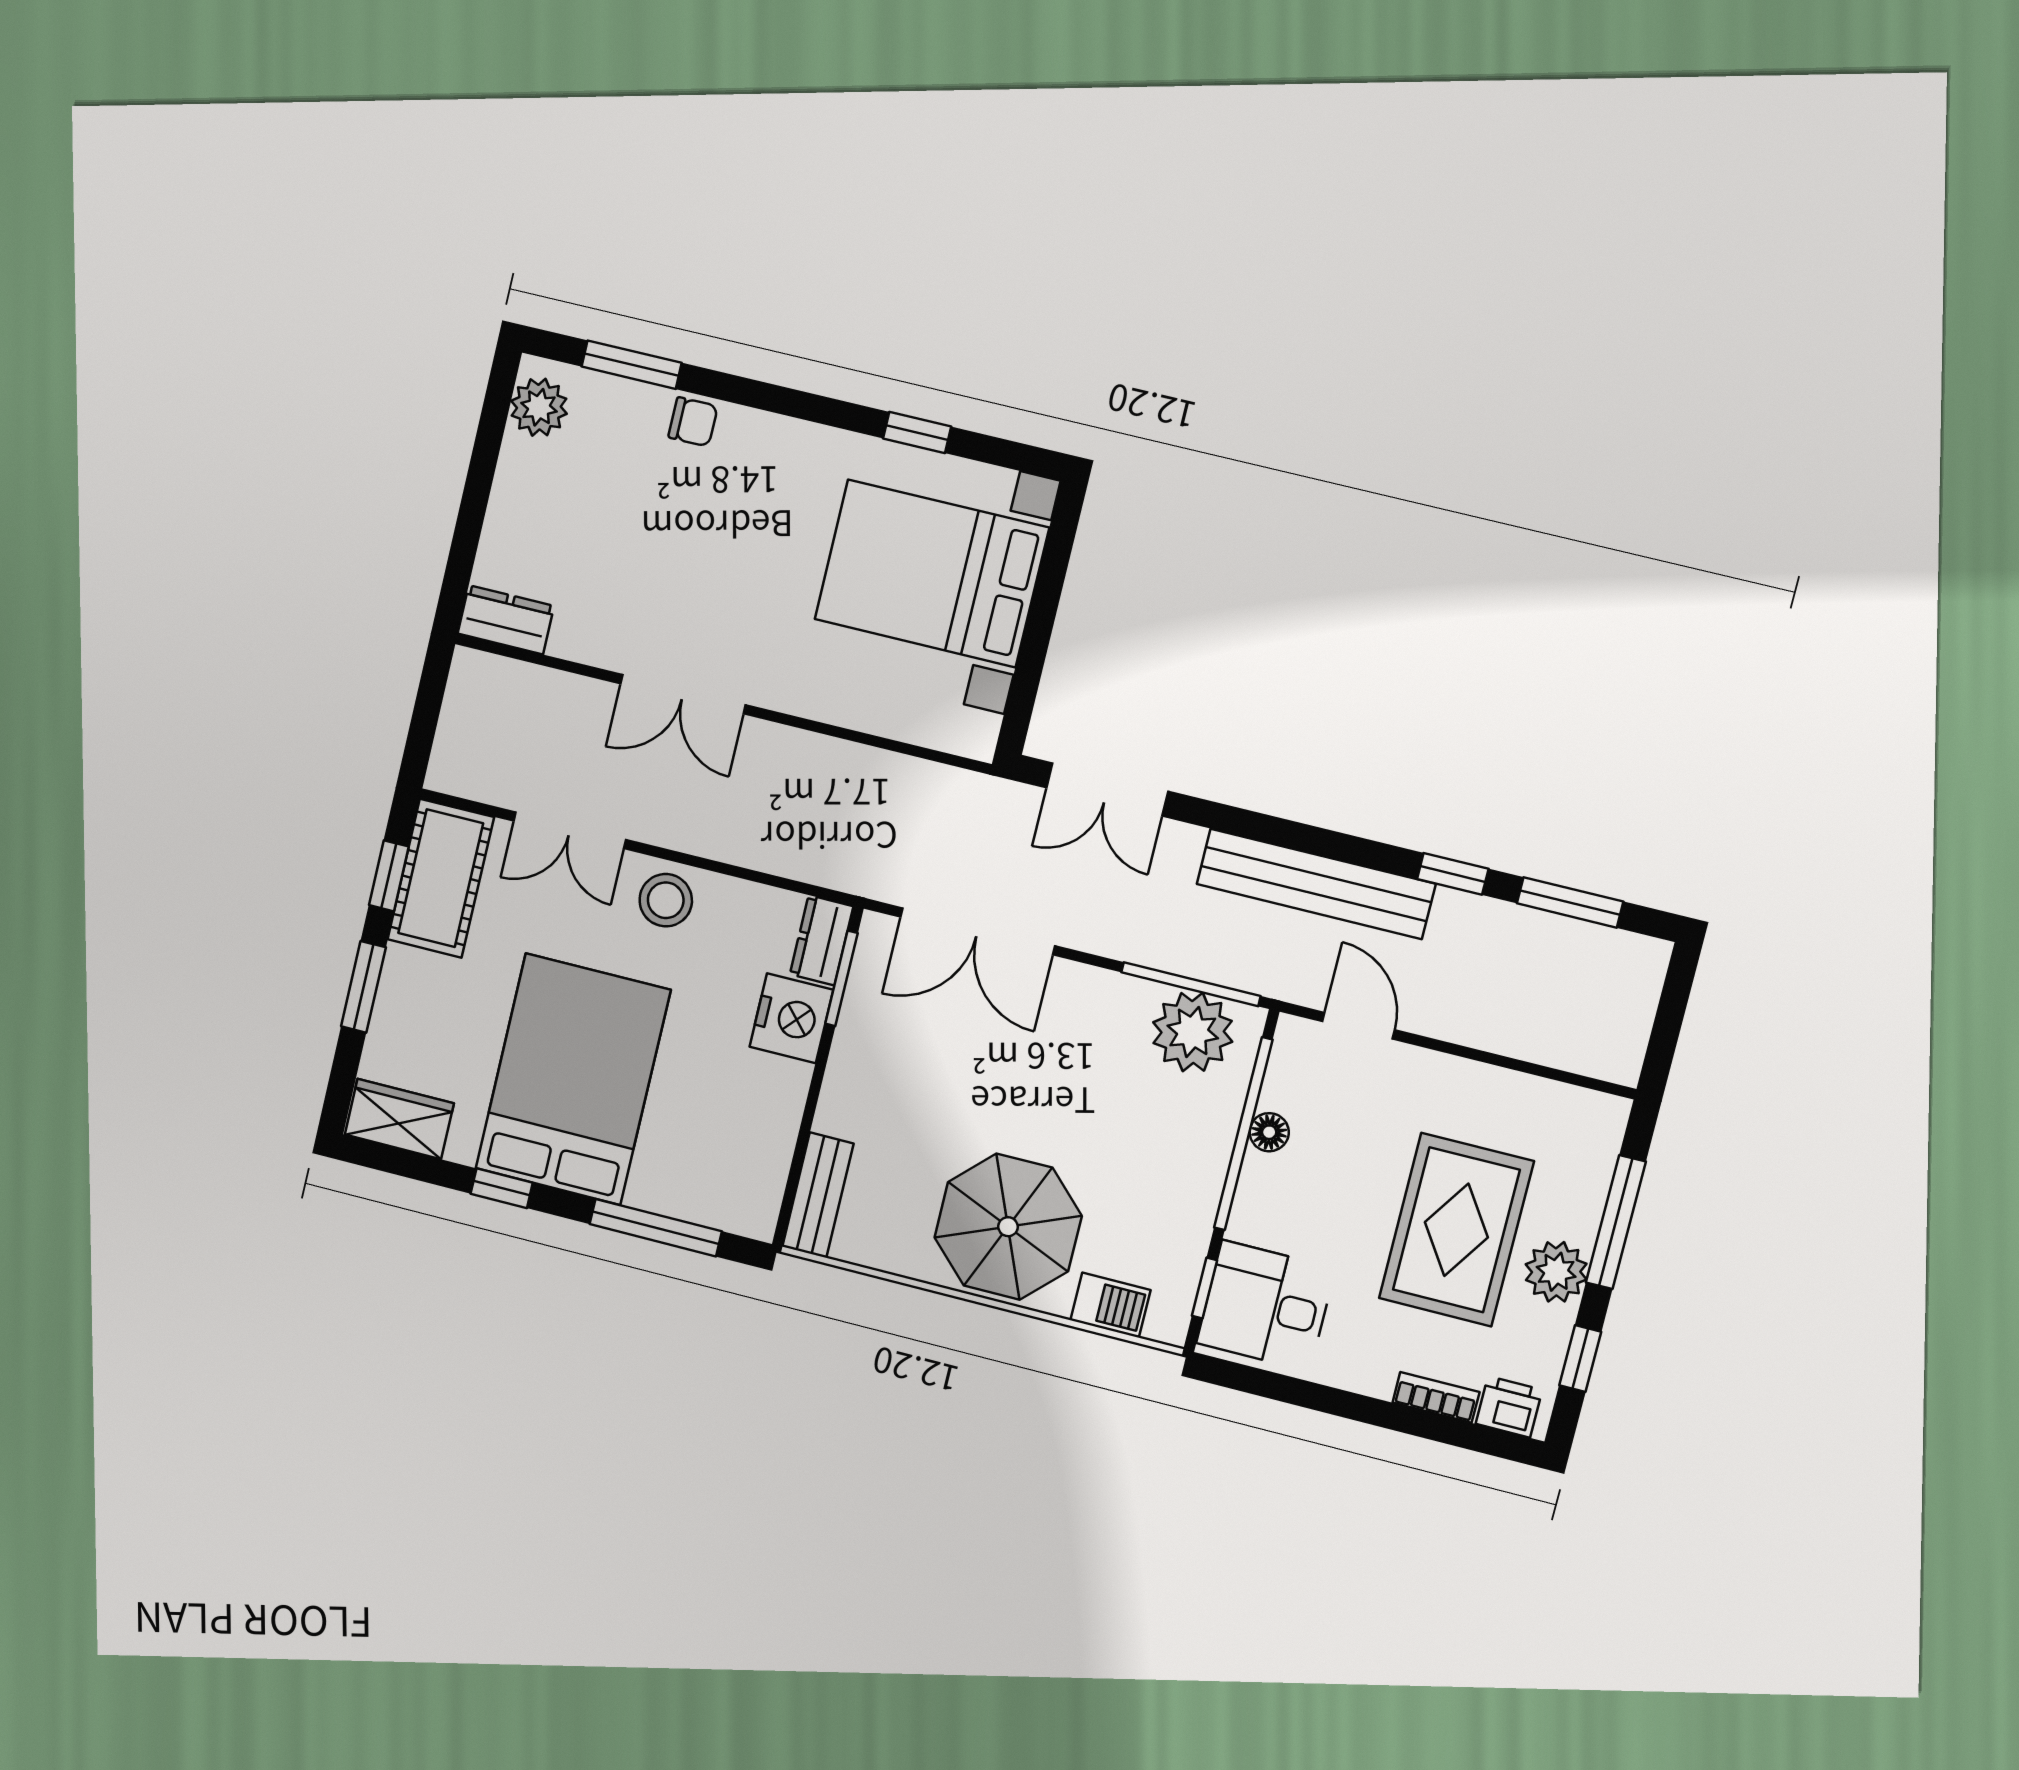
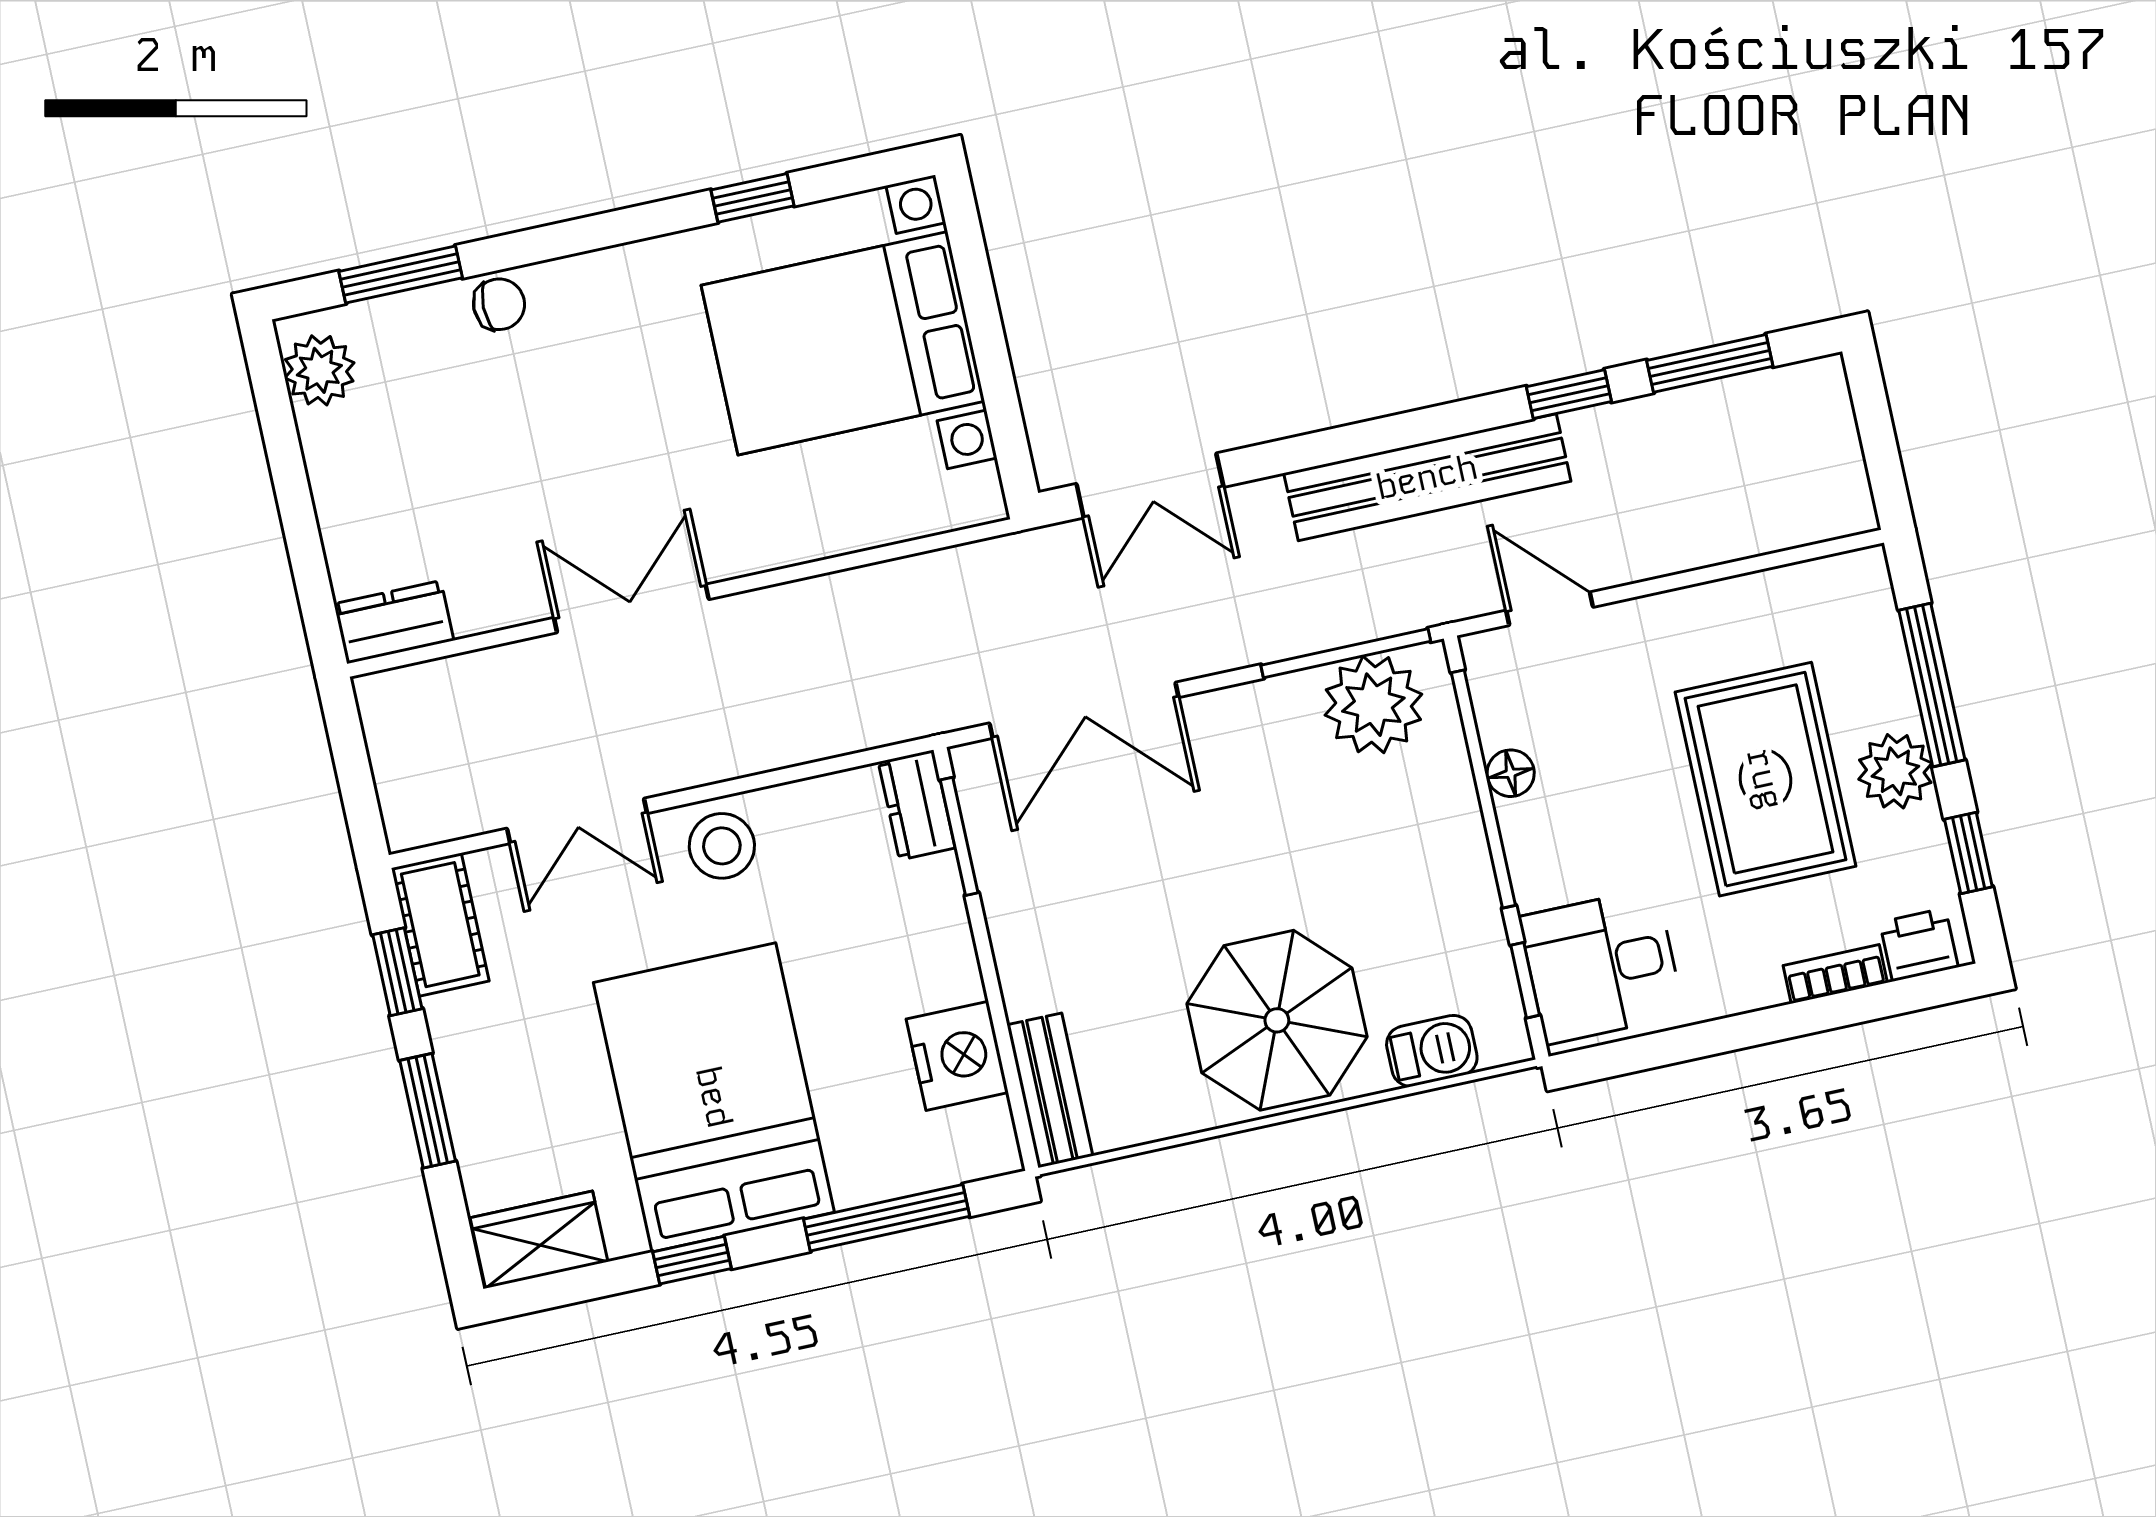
double door: (683, 694) -> (631, 609), swing flipped
cot: (441, 878) -> (440, 925), width x0.73, depth x0.75
nightstand: (791, 1018) -> (957, 1056), moved

